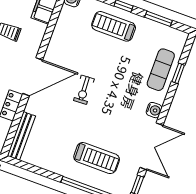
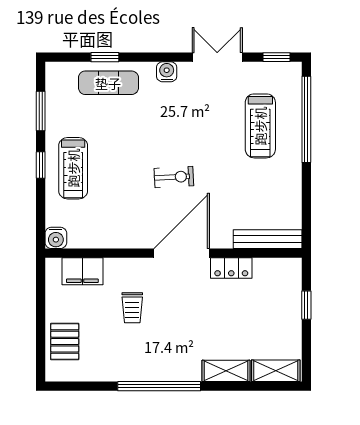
door: (33, 77) -> (182, 253), hinge flipped
double door: (151, 146) -> (217, 57), width x0.73
treadmill: (97, 158) -> (260, 126), turned 180

